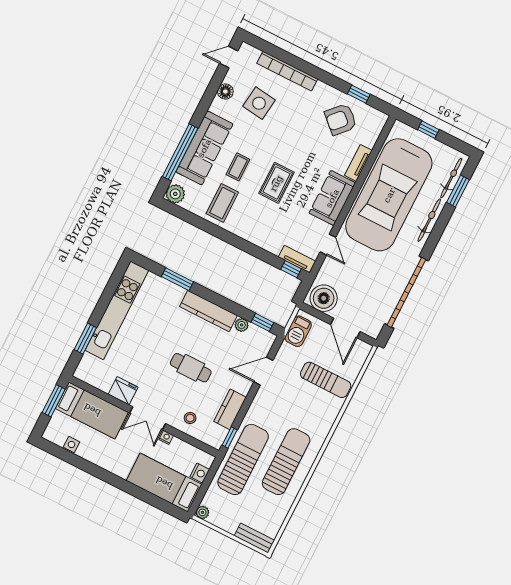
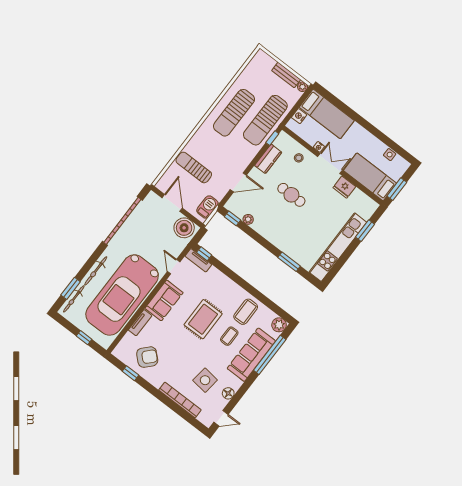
rug: (276, 183) -> (203, 319), width x1.36, depth x1.43
car: (389, 195) -> (122, 295), turned 180
kitchen counter: (208, 311) -> (271, 234), removed
bench: (254, 538) -> (286, 75), moved

